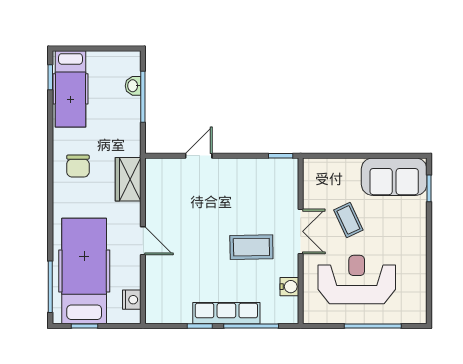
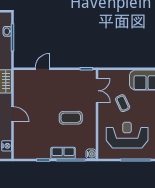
double door: (301, 231) -> (97, 91), moved
water cooler: (289, 287) -> (91, 154), moved
row of seats: (226, 313) -> (63, 153), width x0.68

